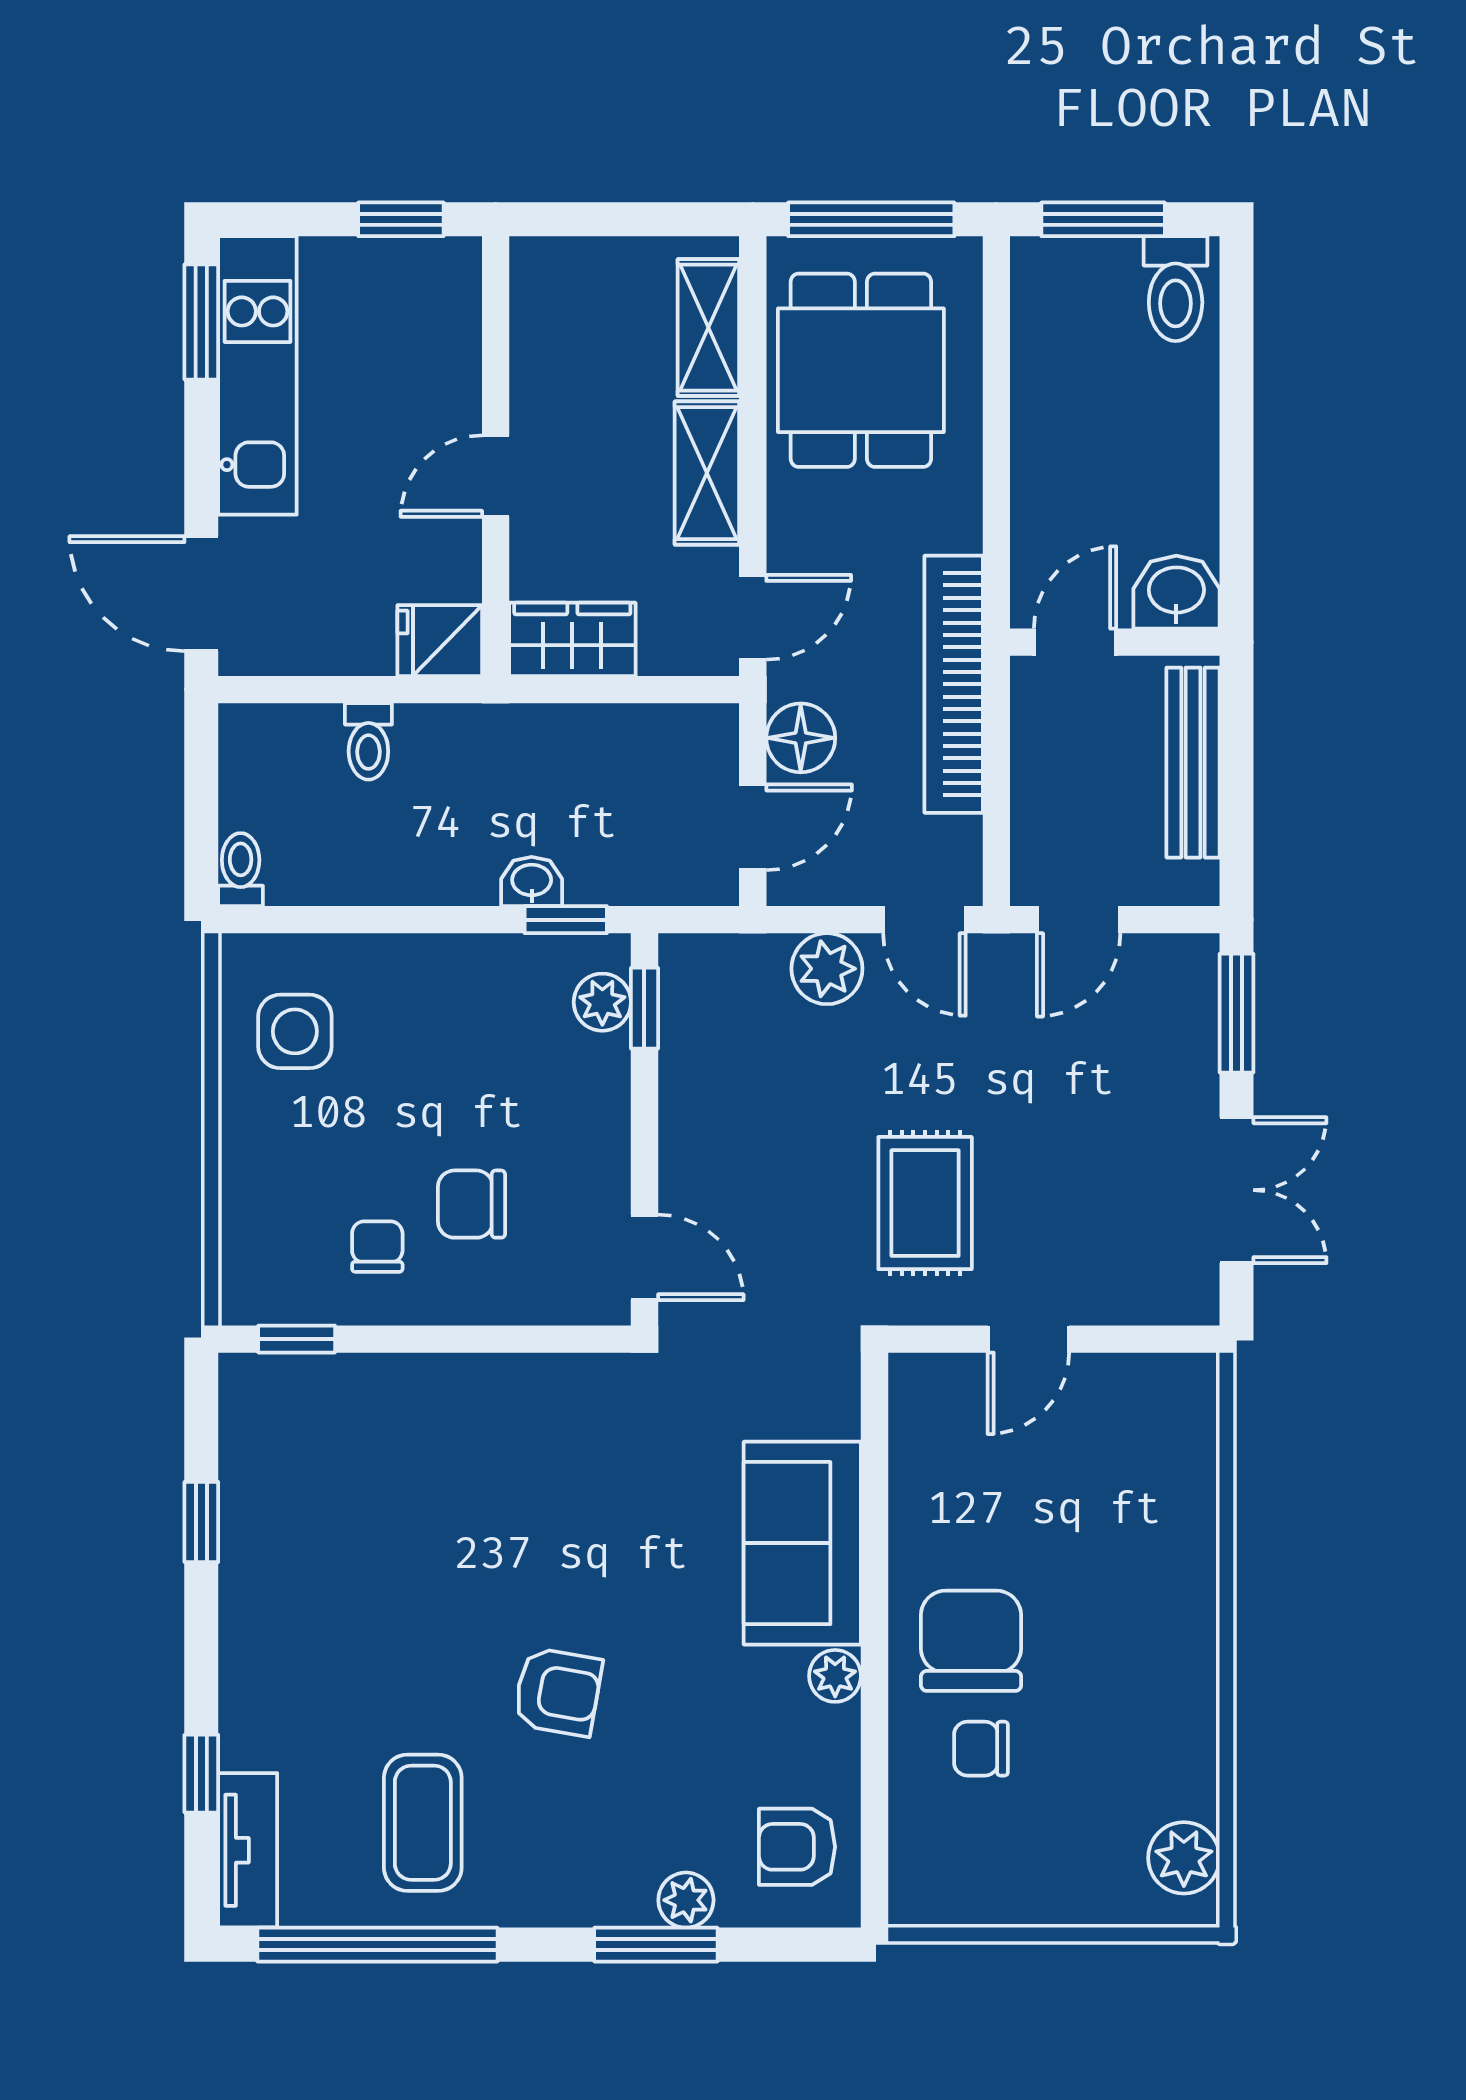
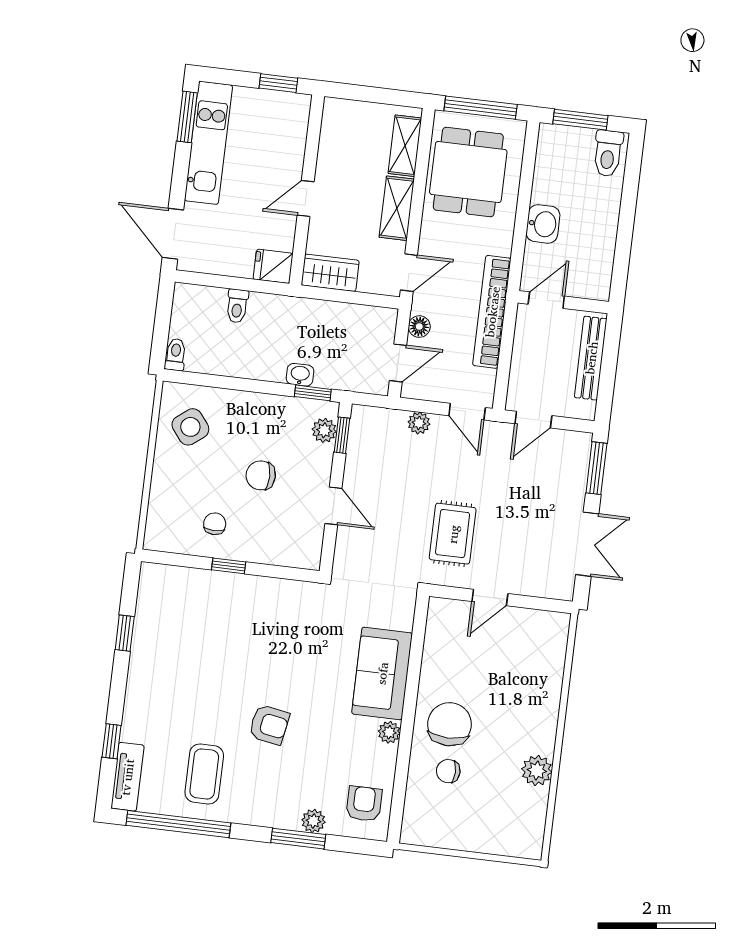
washbasin: (1176, 592) -> (543, 224), moved, turned 90
floor lamp: (801, 738) -> (419, 327), width x0.73, depth x0.73
plant: (827, 969) -> (419, 423), width x0.73, depth x0.73
side table: (295, 1031) -> (190, 427), turned -38
chair: (471, 1204) -> (261, 475), moved
door: (644, 1257) -> (333, 506), moved
window: (297, 1339) -> (229, 566), moved
armchair: (797, 1847) -> (364, 804), turned 90
plant: (1184, 1858) -> (537, 771), moved

